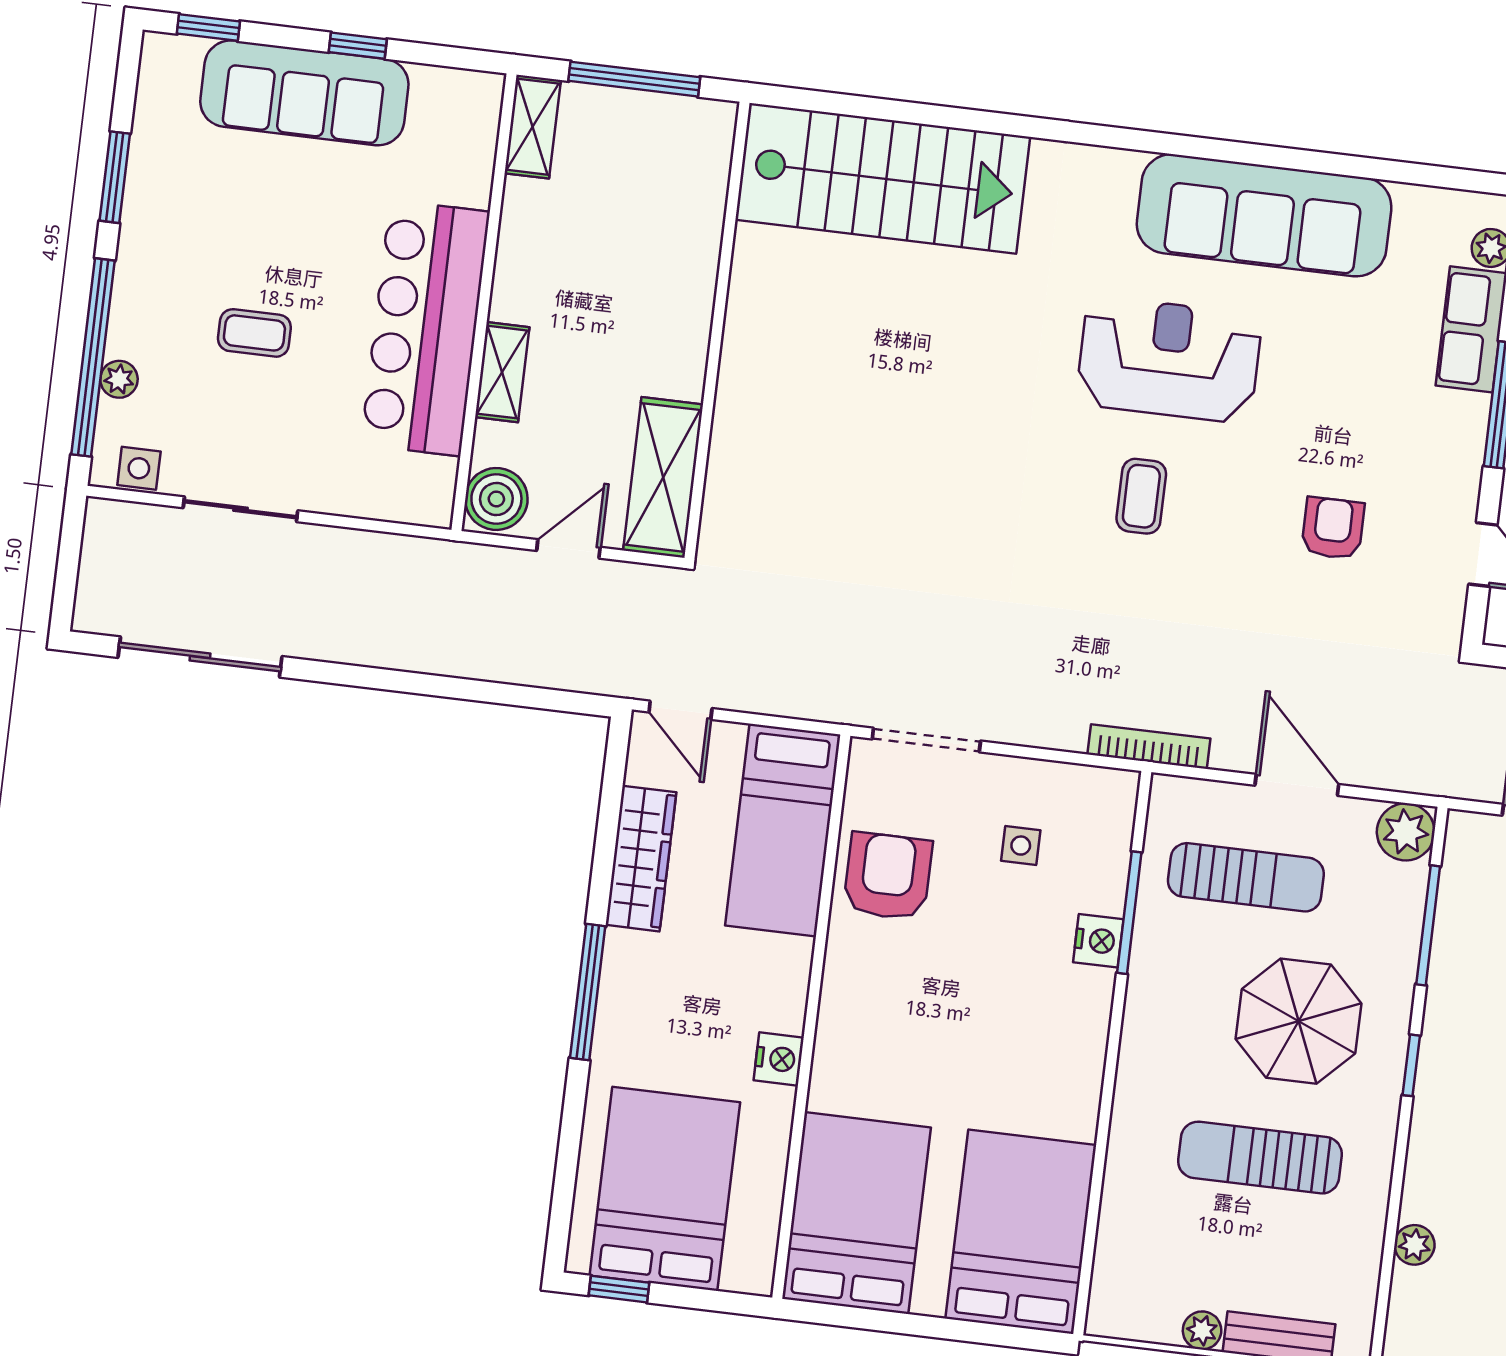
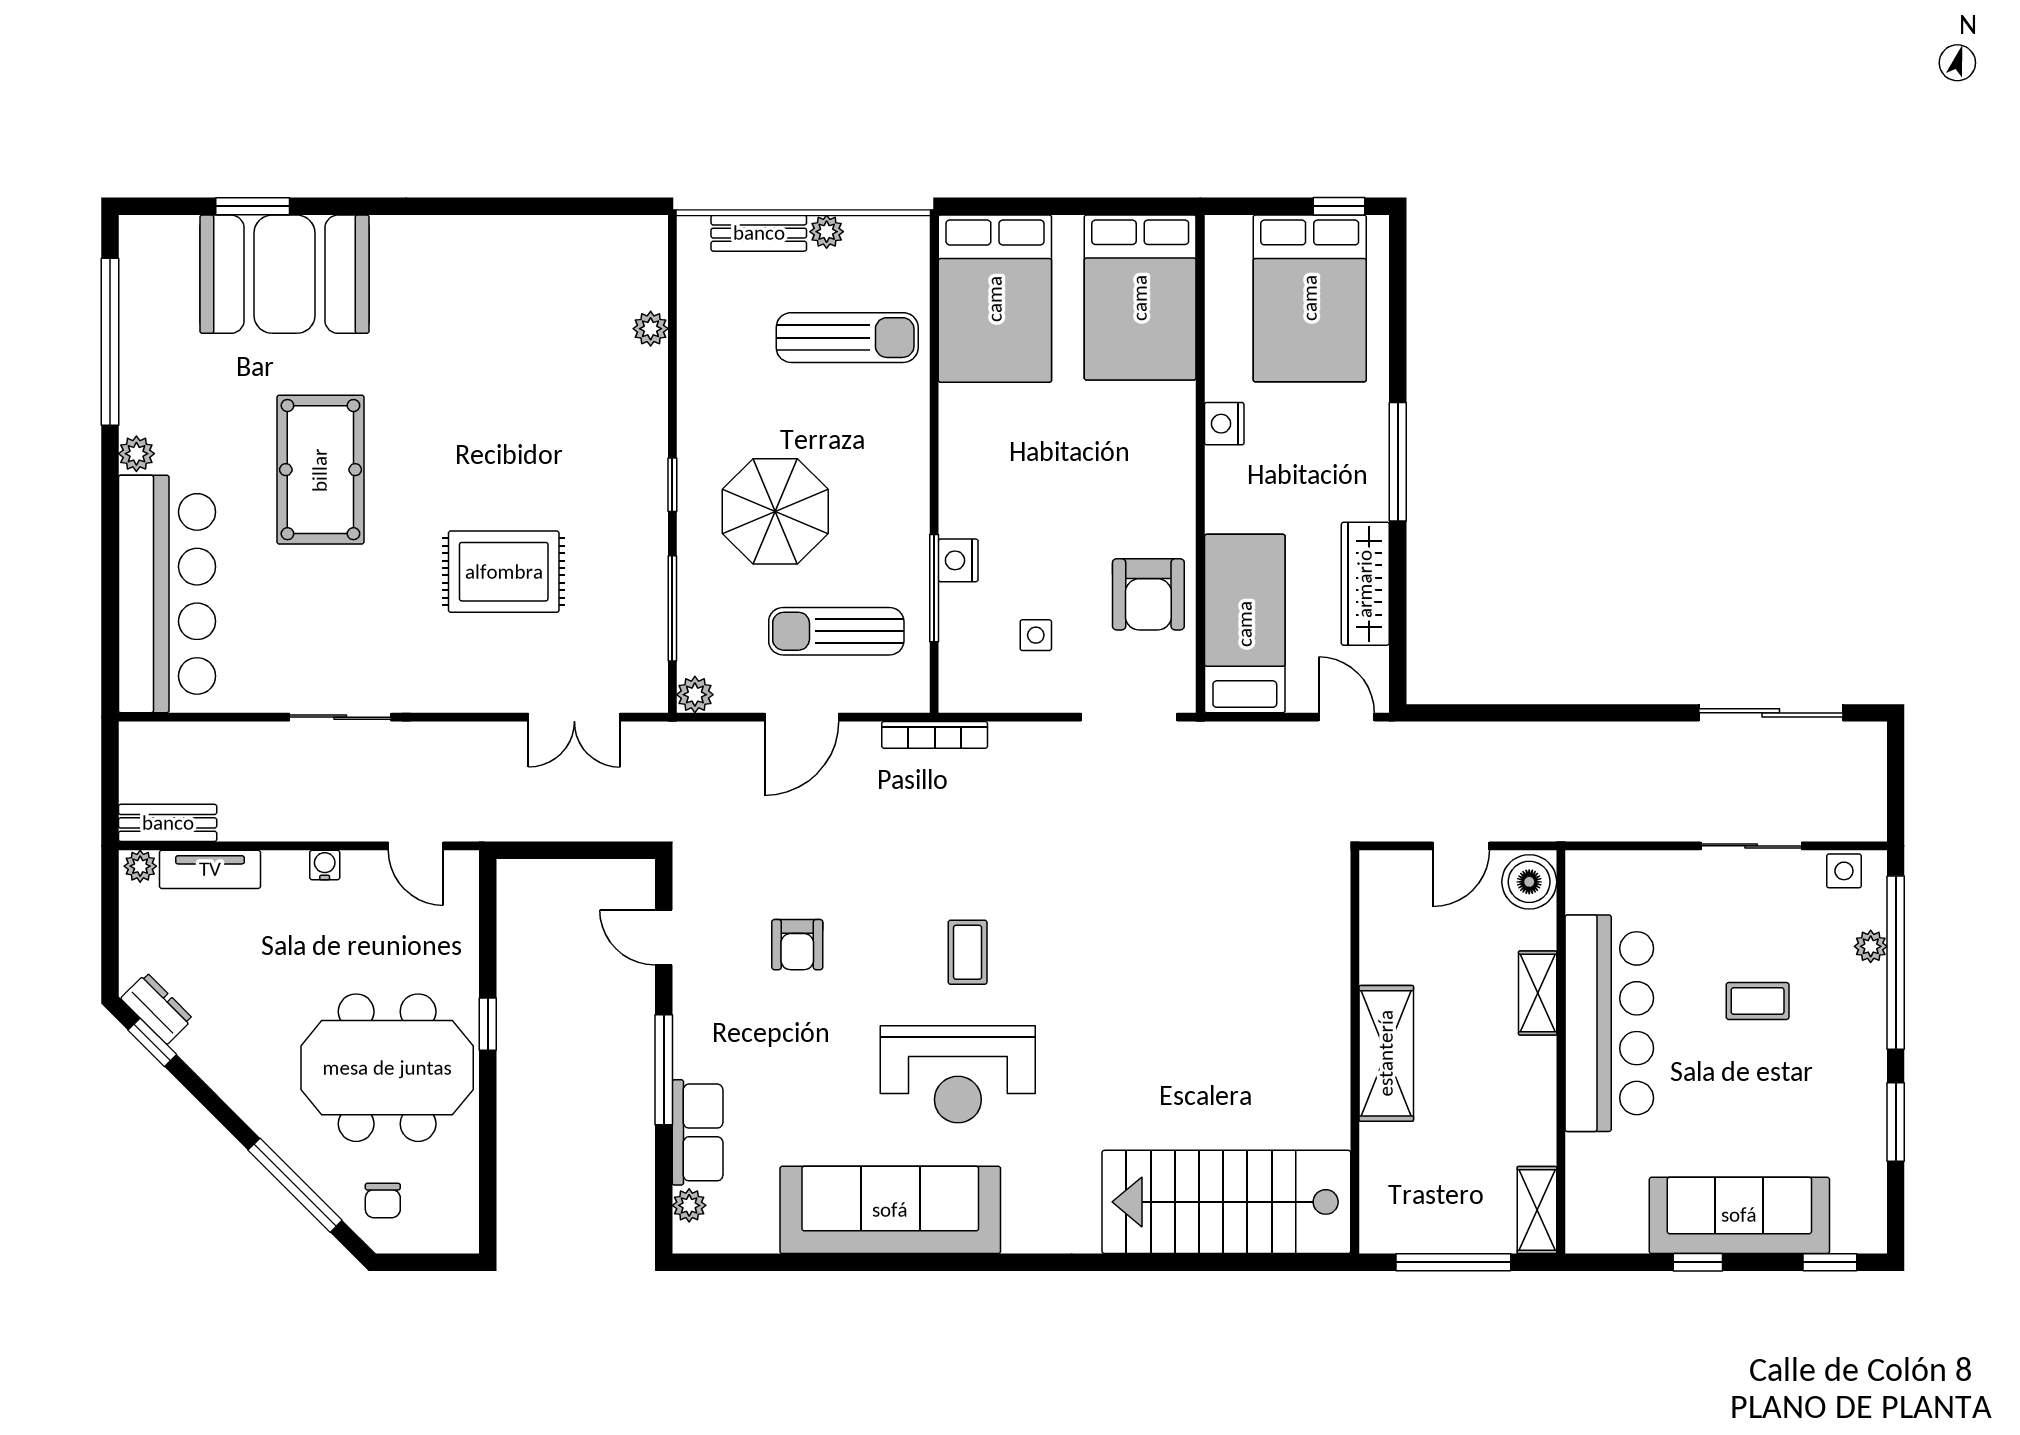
shelving: (663, 477) -> (1386, 1053), moved
door: (1297, 785) -> (802, 717), hinge flipped
plant: (1406, 832) -> (695, 695), width x0.73, depth x0.73
sun lounger: (1260, 1158) -> (847, 338), moved

